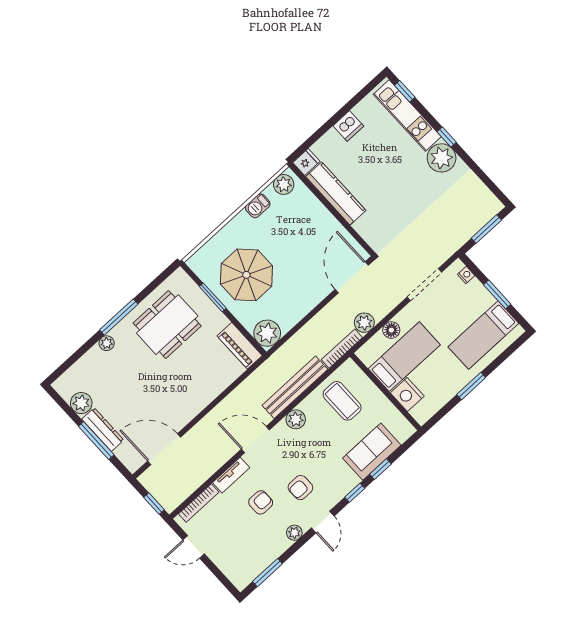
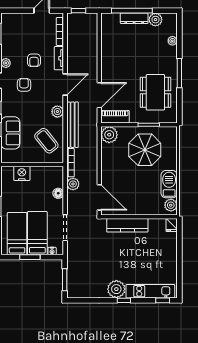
dishwasher: (348, 126) -> (170, 260), removed
kitchen counter: (336, 194) -> (127, 225), moved
barbecue: (258, 206) -> (169, 184), width x1.88, depth x1.53
plant: (107, 343) -> (172, 41), moved
bed: (404, 357) -> (37, 233), moved, turned 180
coffee table: (342, 401) -> (46, 141), turned 51
window: (96, 441) -> (132, 11), width x1.46
door: (164, 449) -> (99, 95), moved

